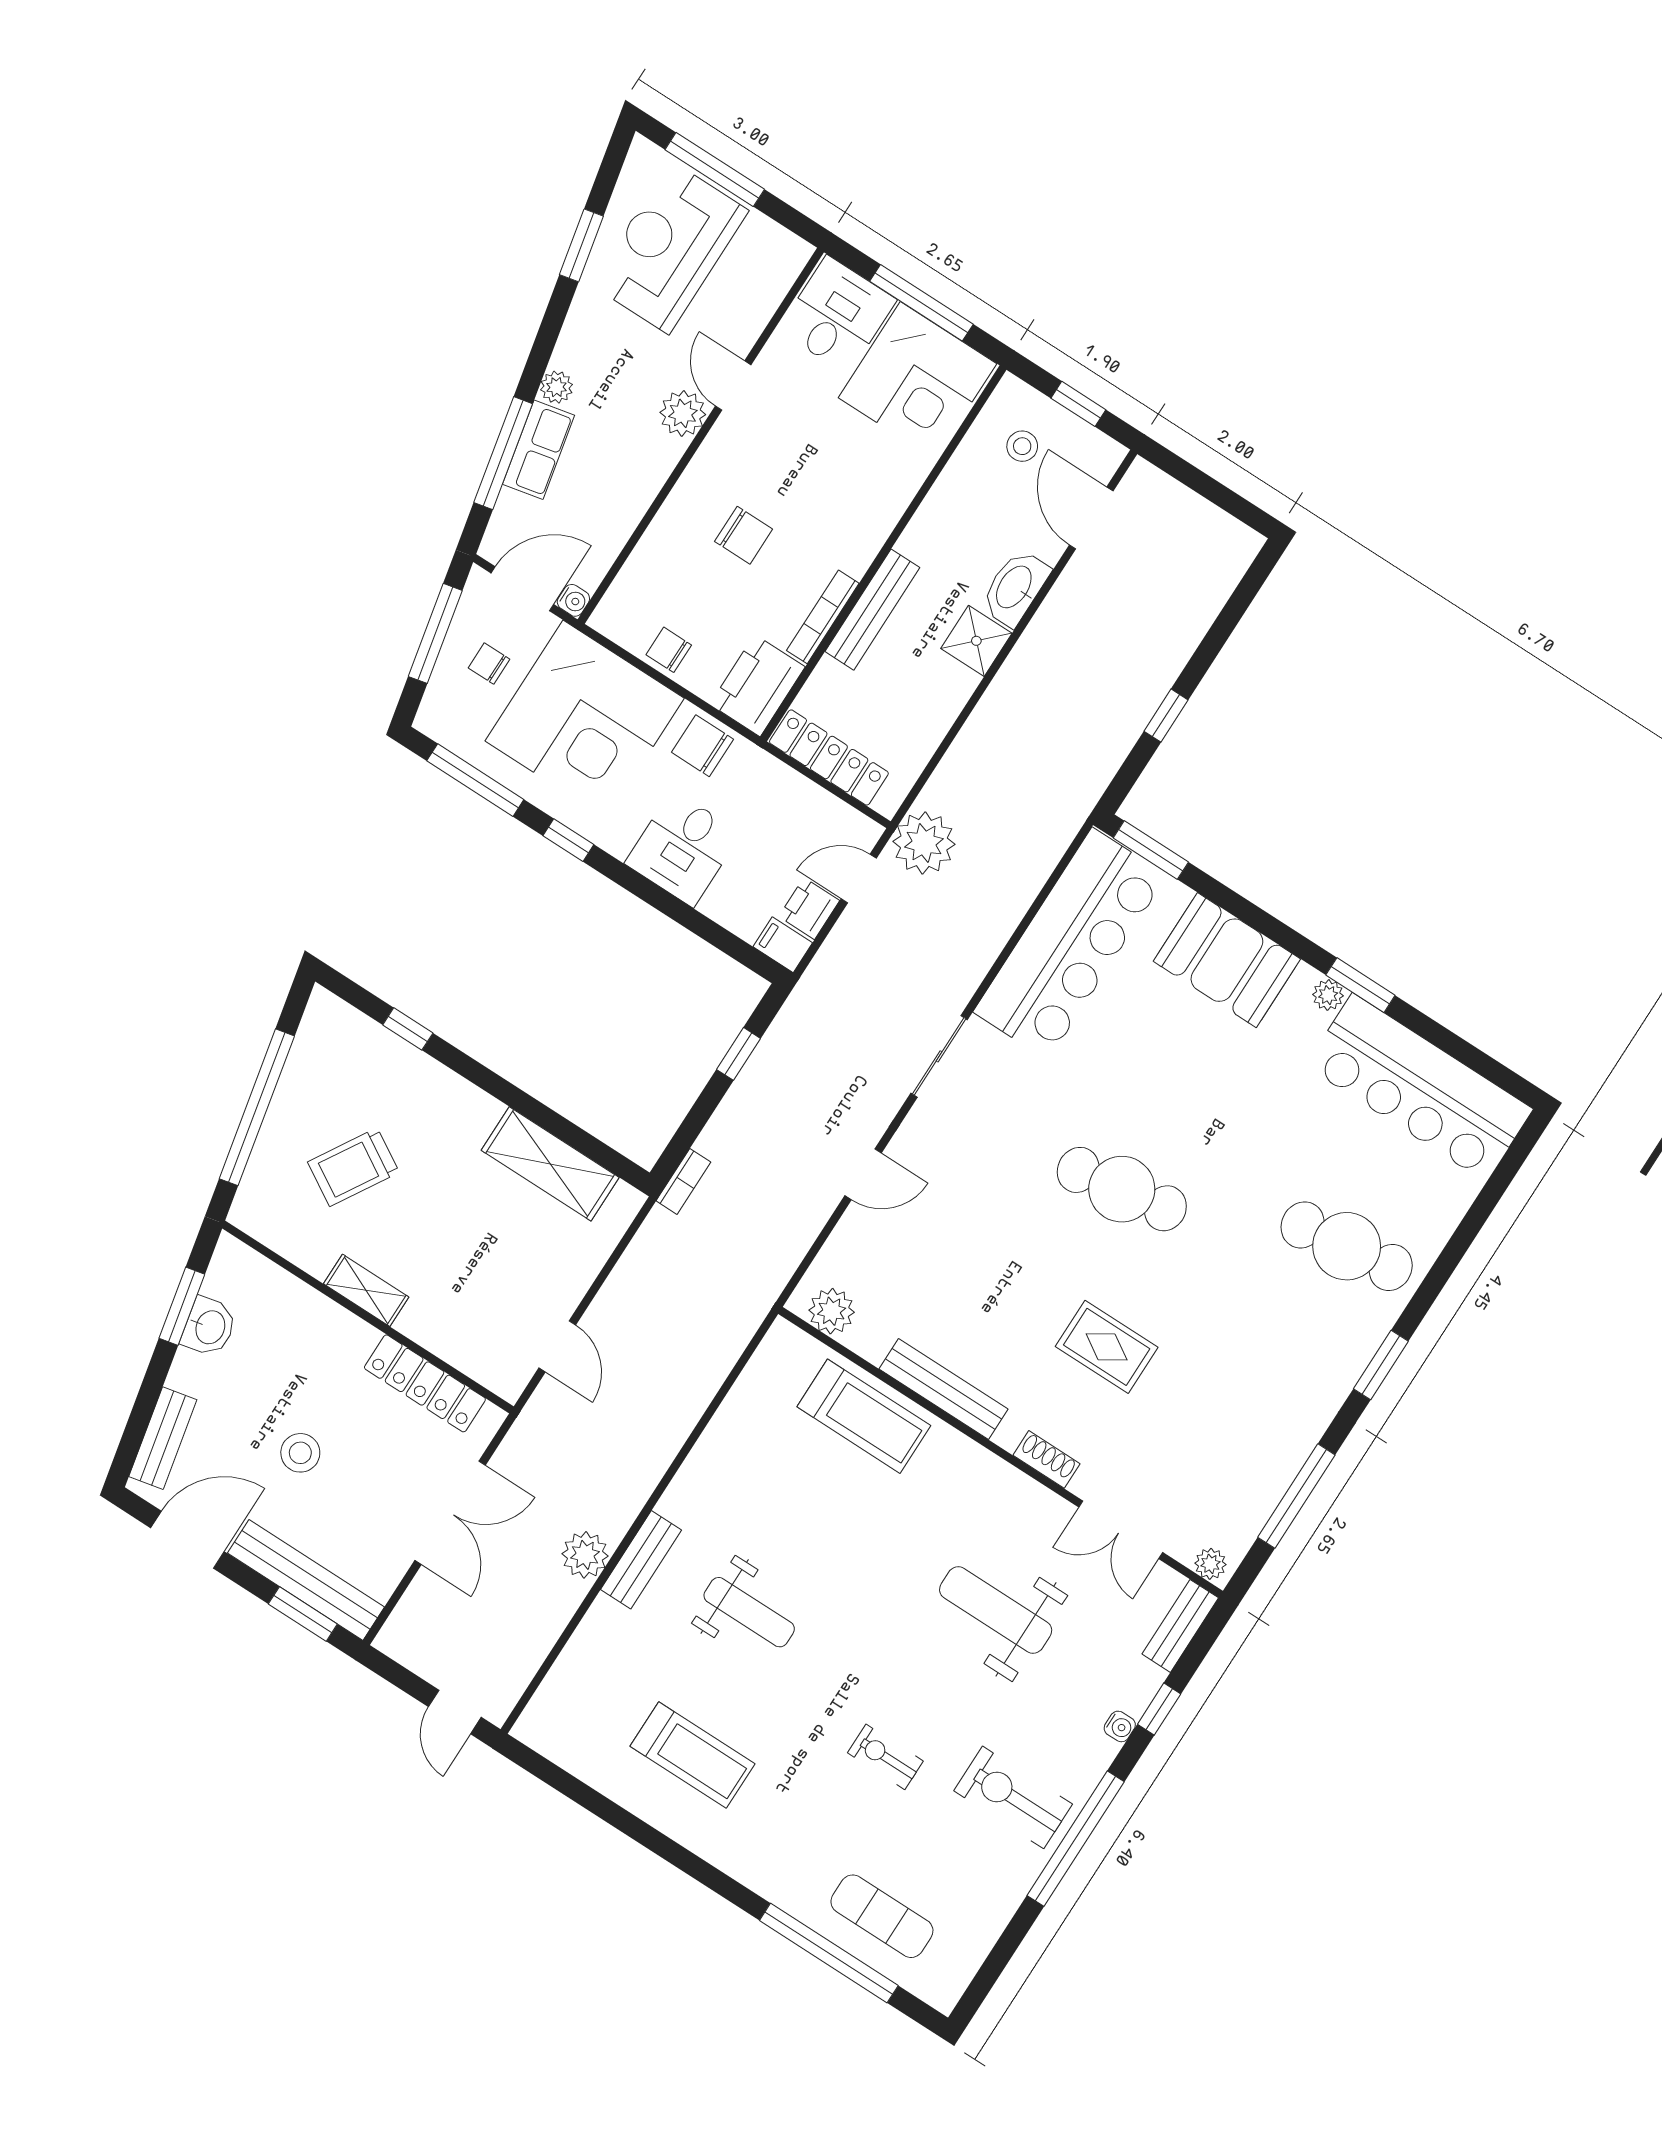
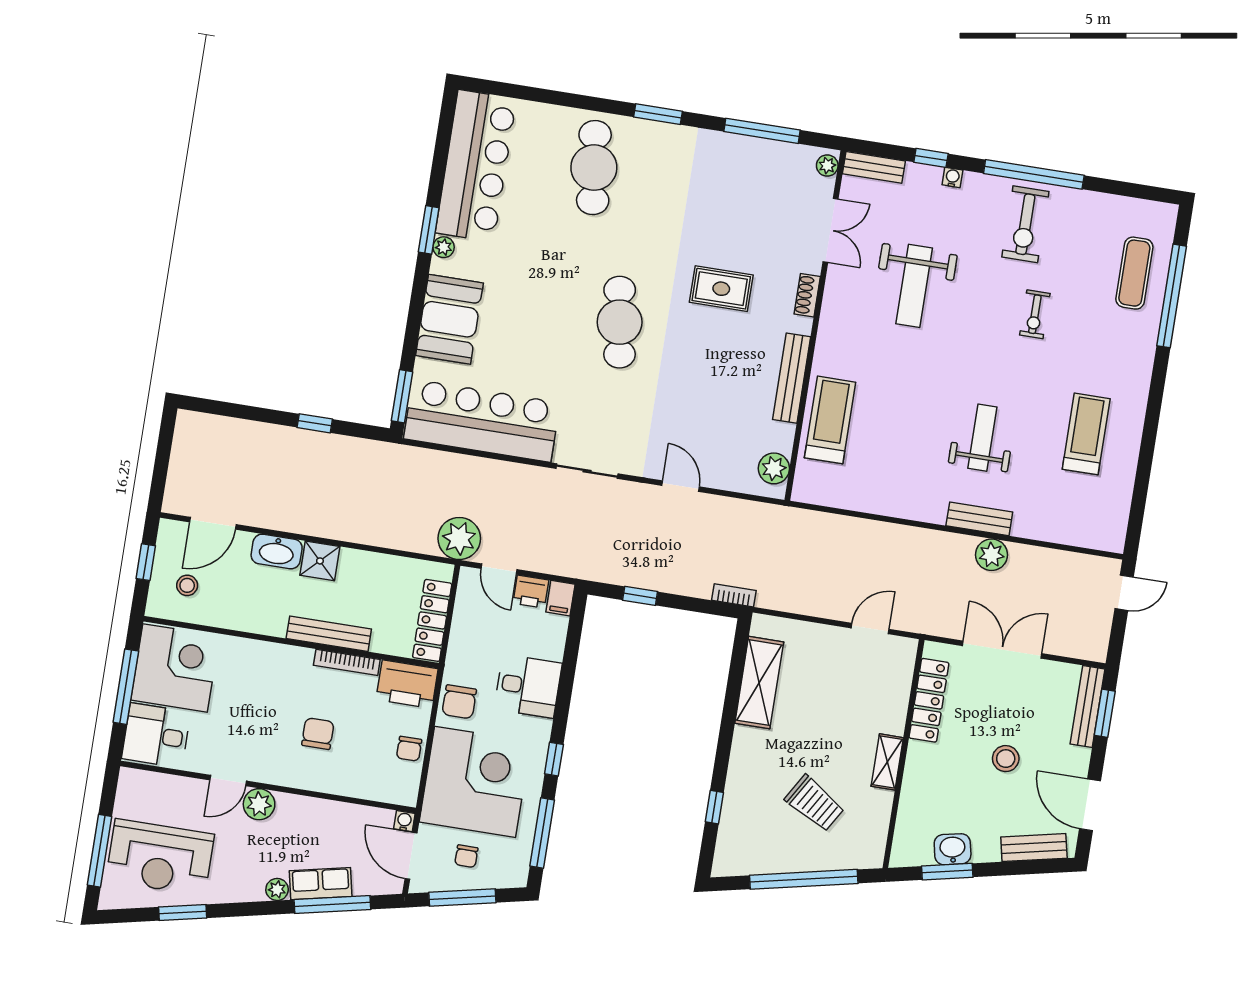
rug: (1107, 1347) -> (721, 289), turned 90
bench: (306, 1580) -> (1088, 707), width x0.73, depth x0.82

